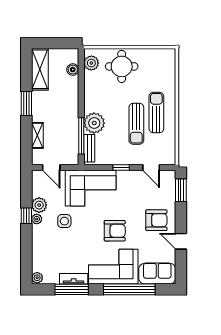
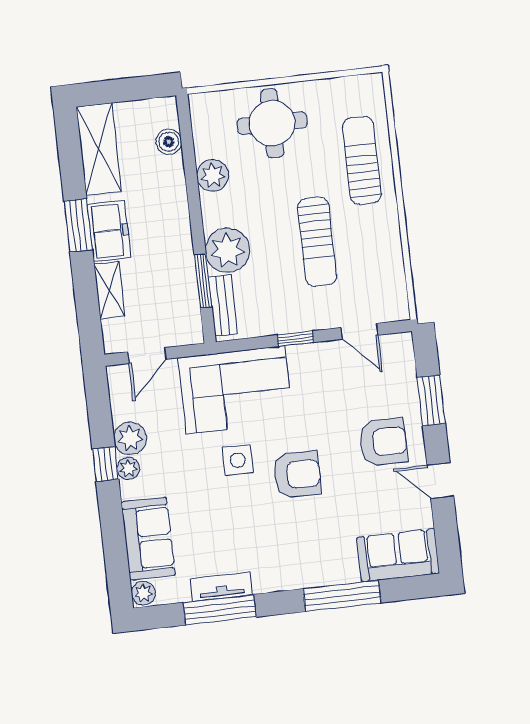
plant: (91, 63) -> (213, 175), moved
freezer: (40, 108) -> (109, 231), added
sun lounger: (156, 112) -> (362, 160), moved
window: (81, 136) -> (203, 281), width x0.69
door: (51, 168) -> (147, 356), hinge flipped
window: (181, 190) -> (431, 400), moved
side table: (64, 221) -> (238, 460), moved
sofa: (42, 253) -> (148, 539), added
corner sofa: (113, 267) -> (303, 551), removed
window: (129, 289) -> (342, 596), width x0.68

